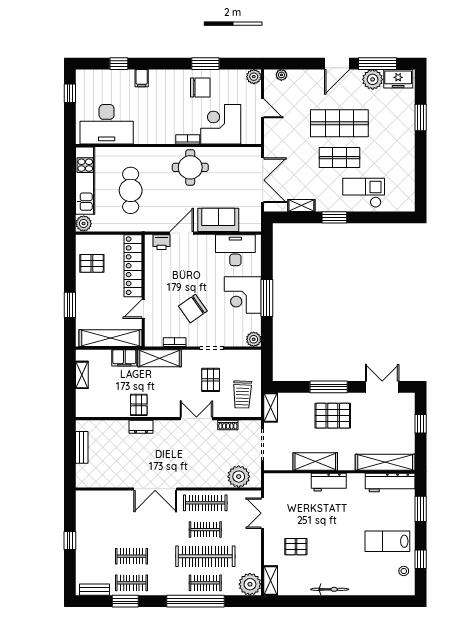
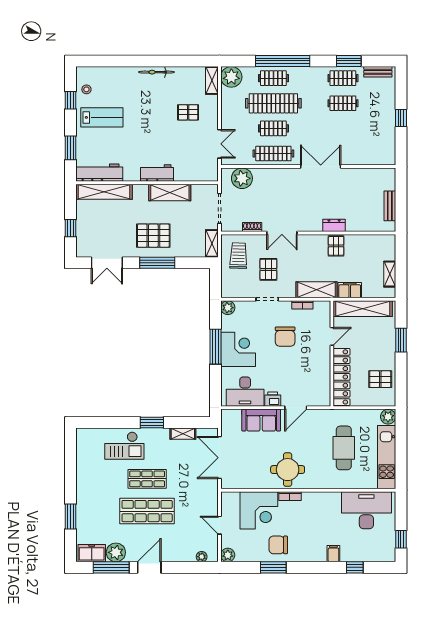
printer: (161, 242) -> (273, 399), moved
chair: (193, 309) -> (285, 337), turned 125

